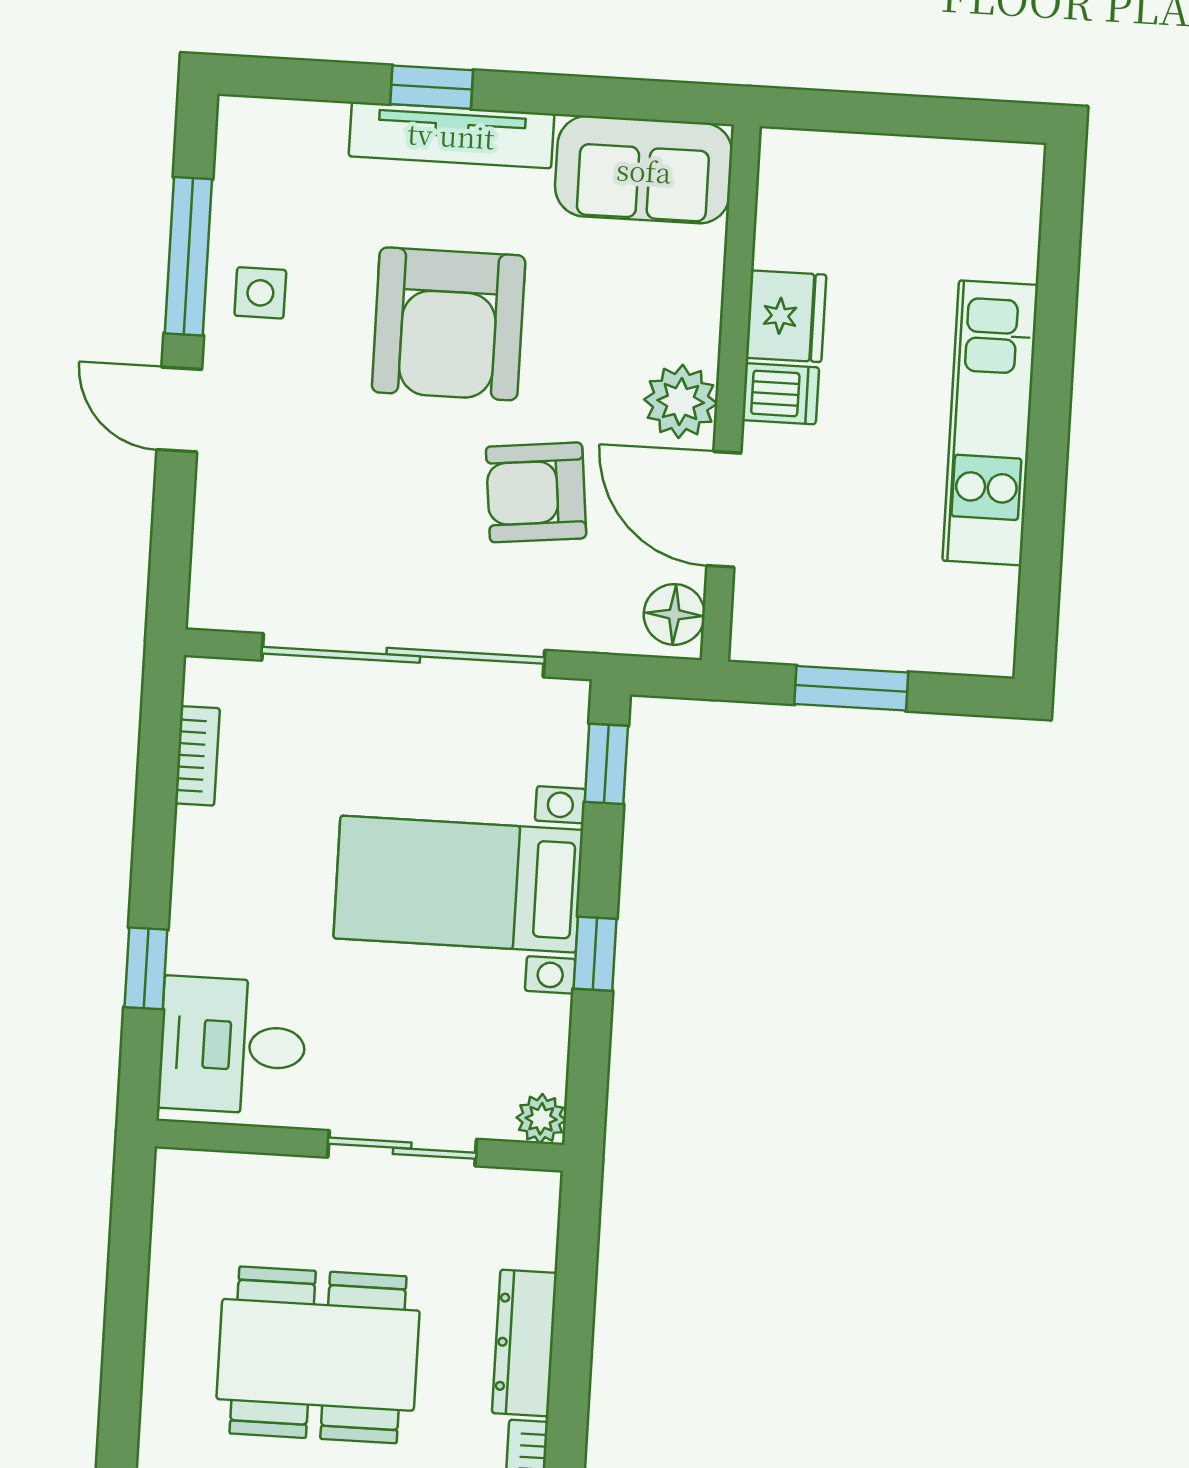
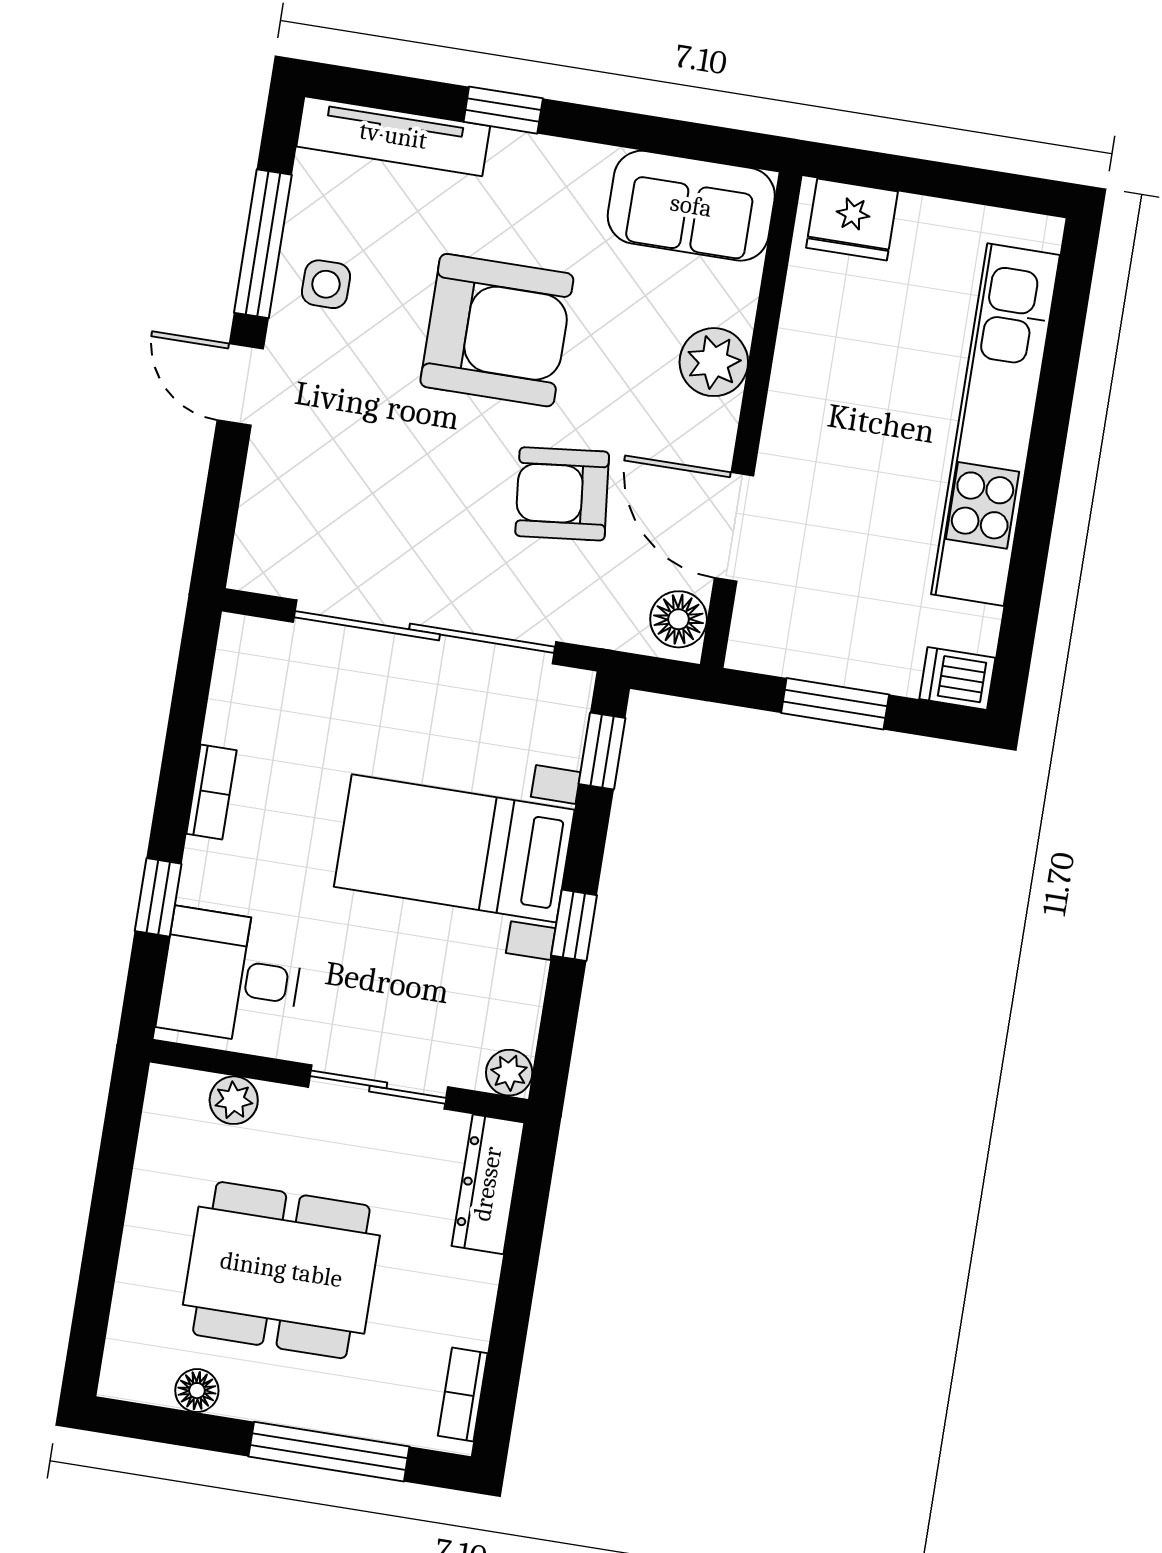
tv unit: (451, 135) -> (393, 136), moved
fridge: (786, 316) -> (852, 220), moved, turned 90
armchair: (449, 324) -> (497, 330), turned -90
dishwasher: (780, 394) -> (957, 678), moved, turned 180
plant: (681, 401) -> (714, 362), moved
kitchen unit: (990, 423) -> (995, 425), width x1.36
bookcase: (197, 756) -> (211, 792), moved
plant: (249, 1178) -> (234, 1100), added
dresser: (524, 1343) -> (488, 1184), moved

